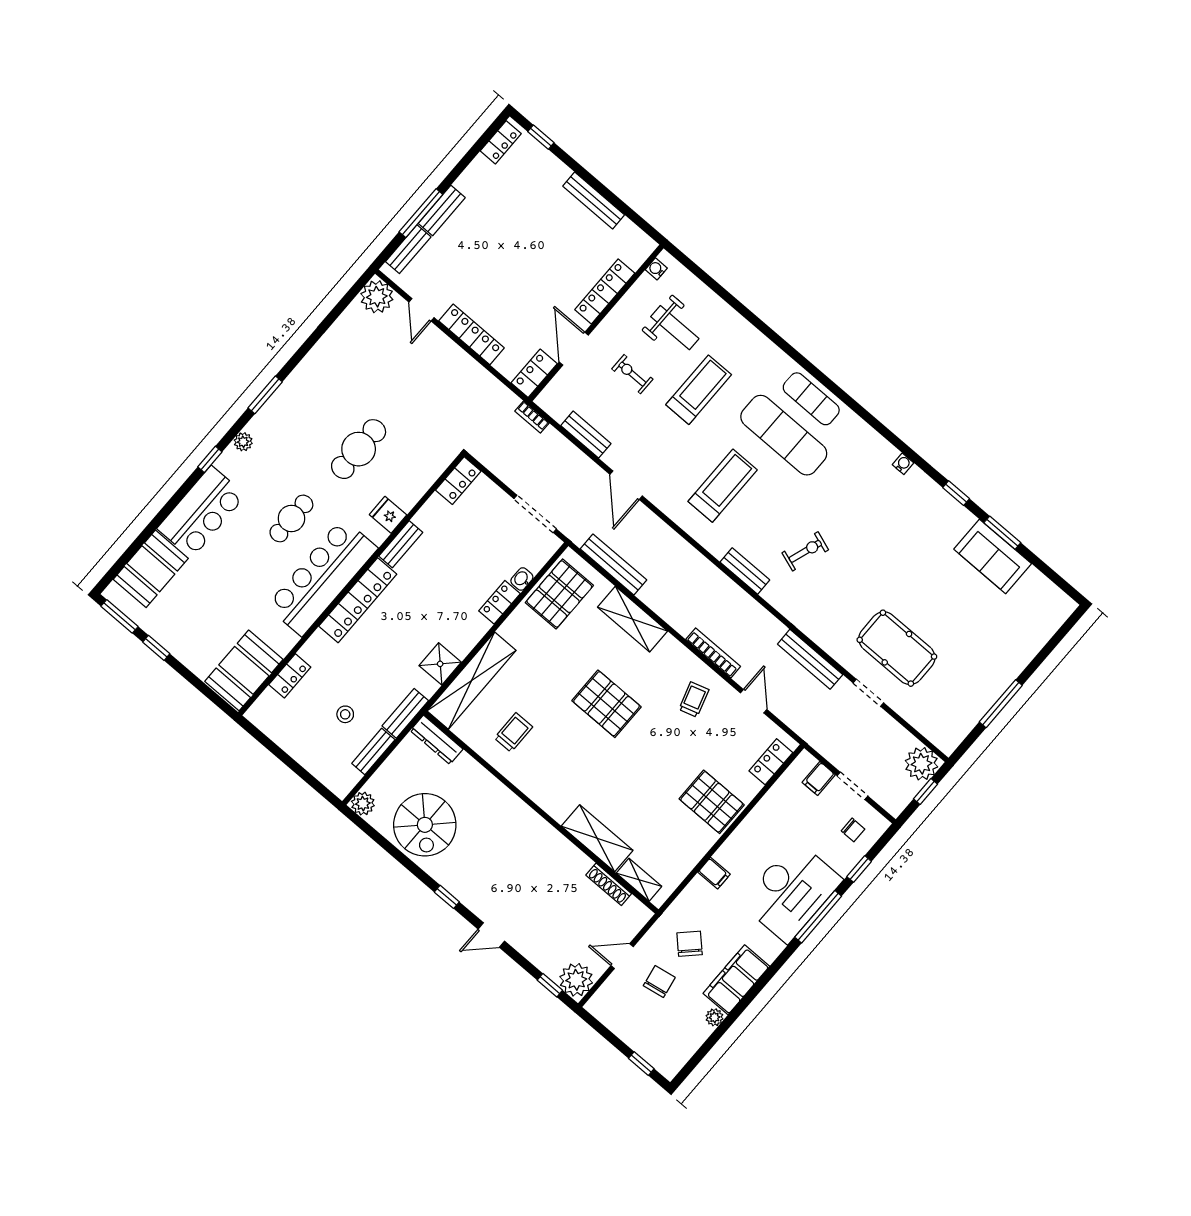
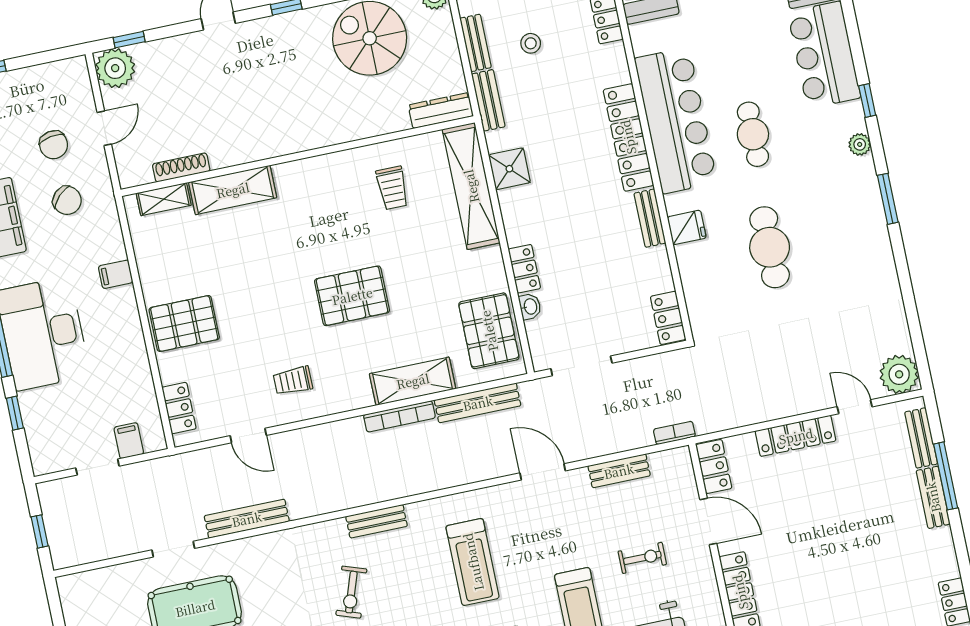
bookcase: (713, 653) -> (399, 416), moved
trolley: (694, 700) -> (293, 381), turned 107
plant: (921, 764) -> (68, 548), removed
chair: (853, 830) -> (56, 436), removed

